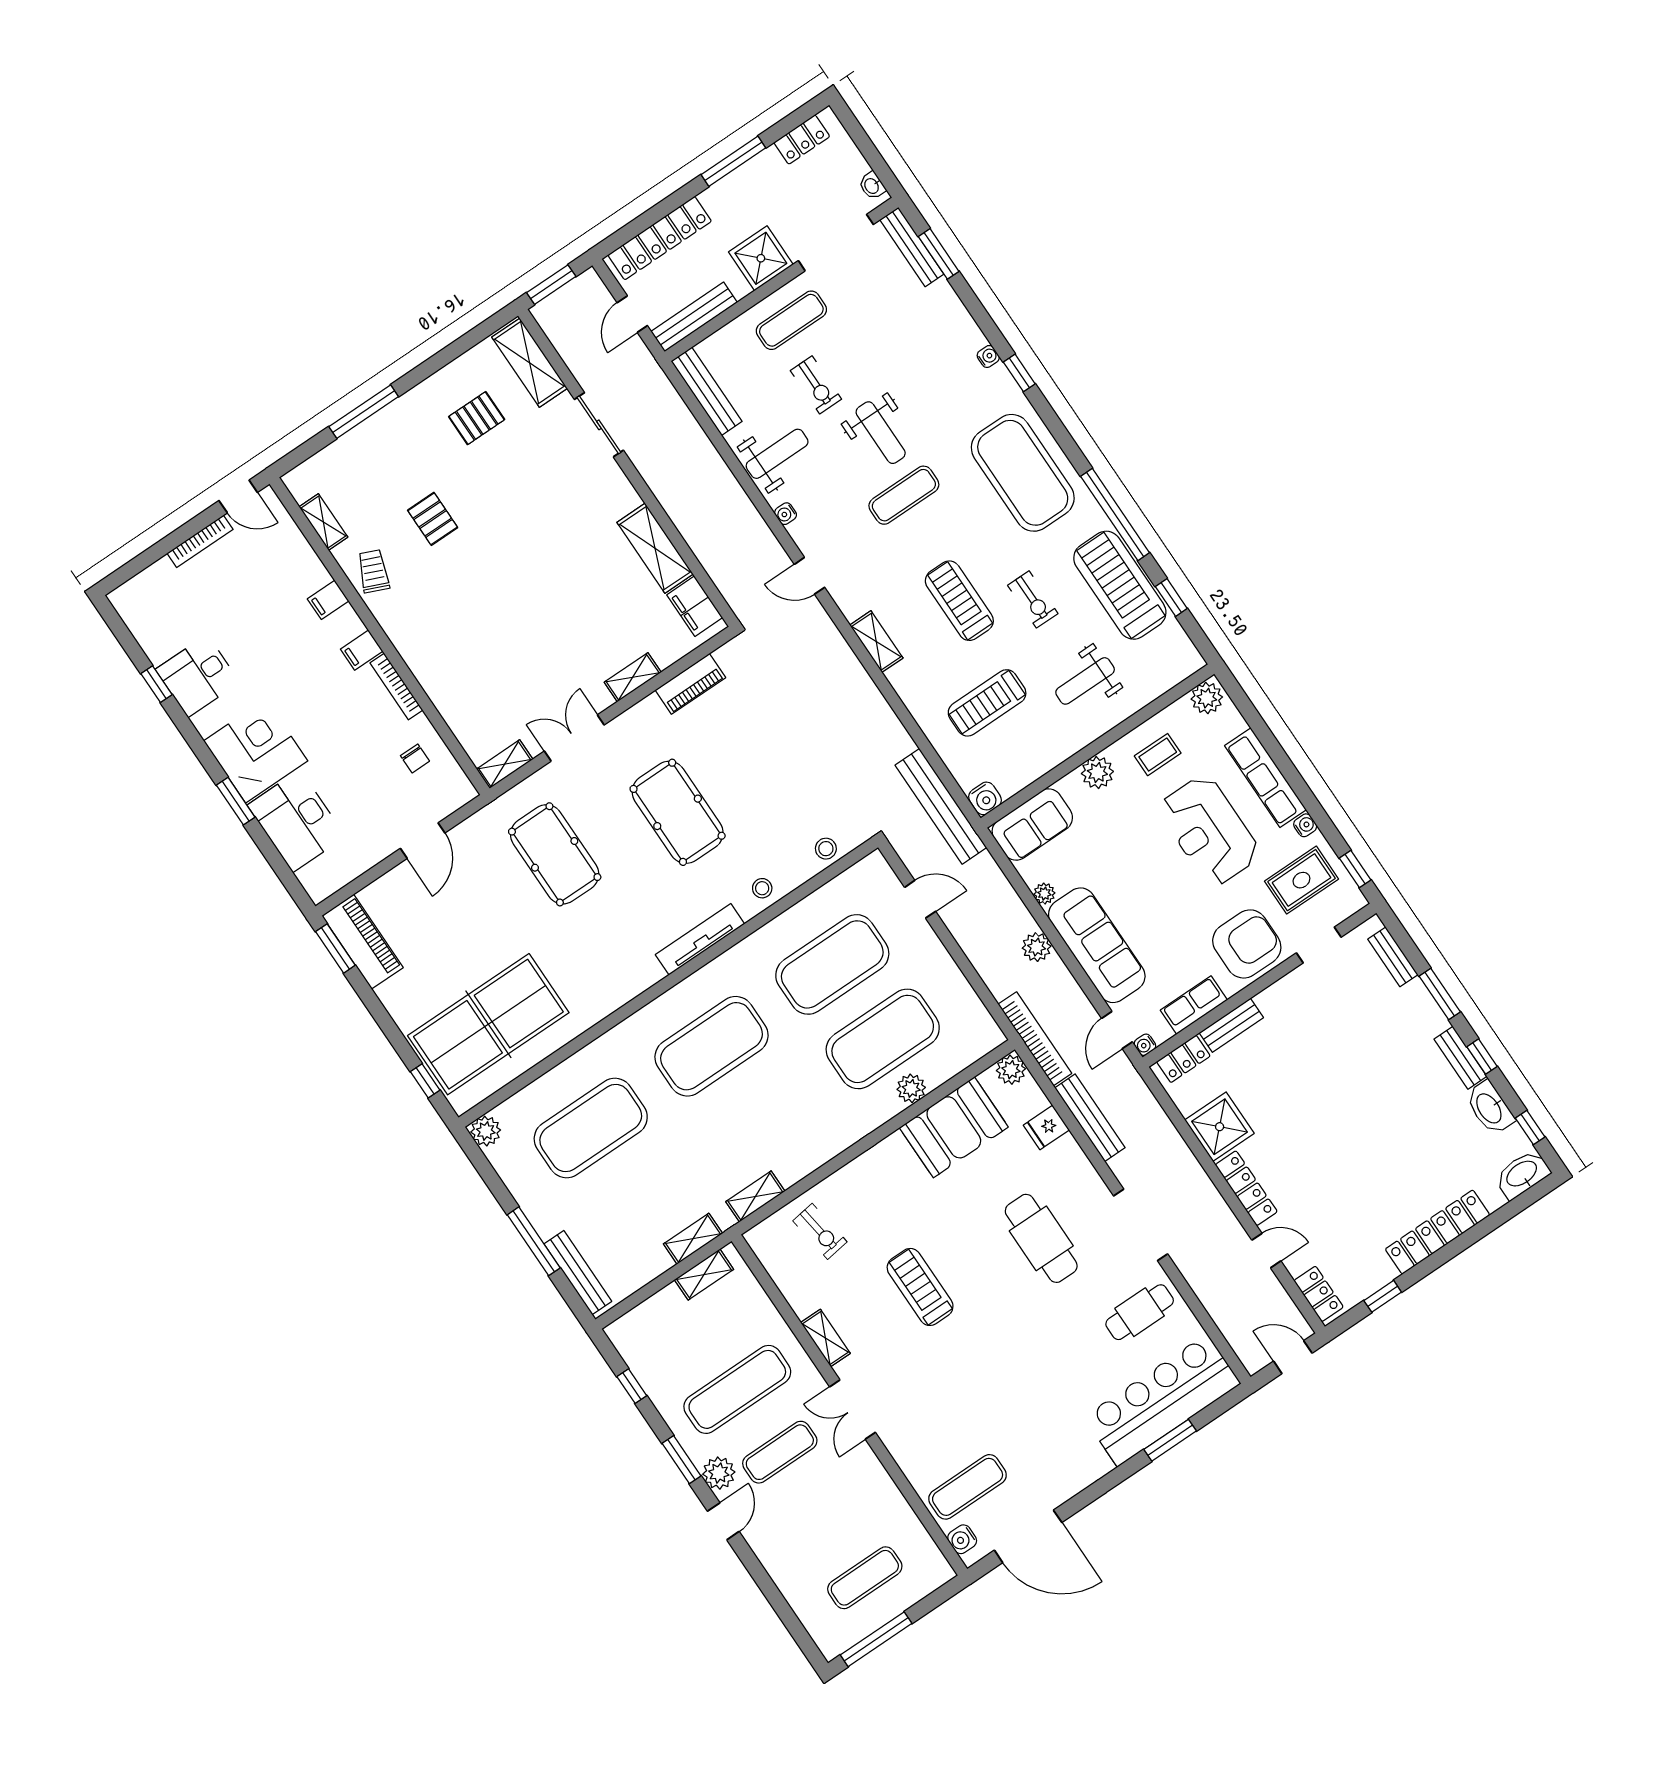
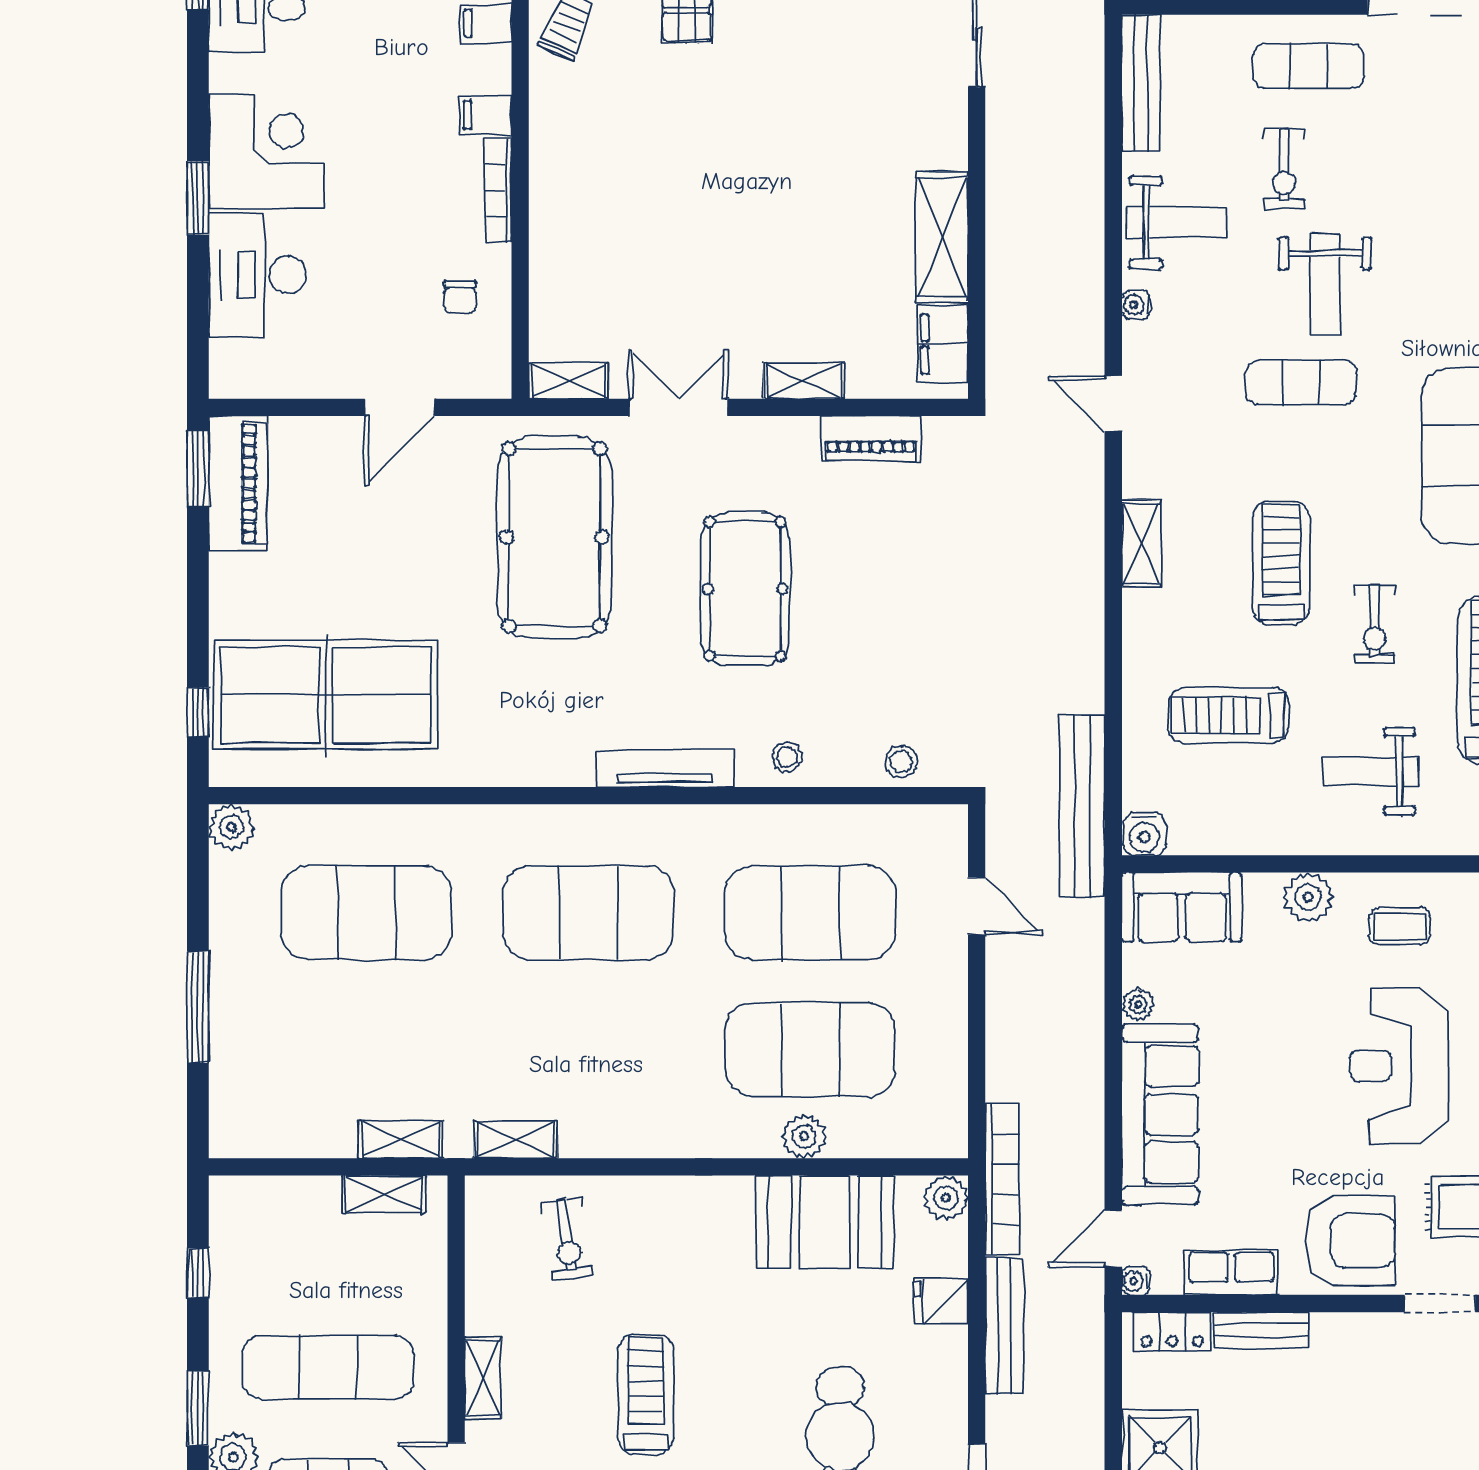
pool table: (555, 854) -> (554, 537), width x1.36, depth x1.32
plant: (1037, 947) -> (1083, 1065), removed
bench: (578, 1273) -> (227, 1084), removed

